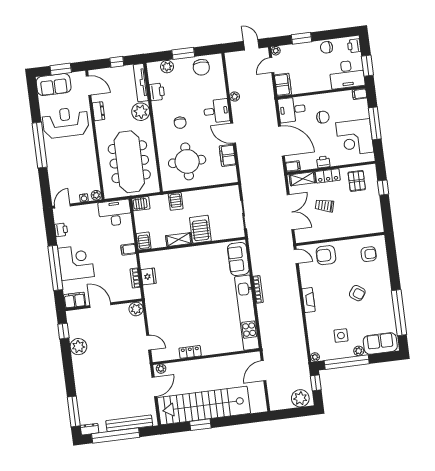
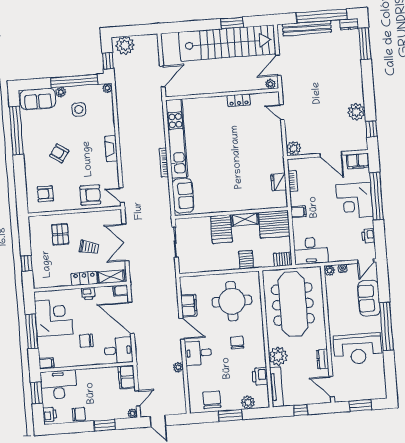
sofa: (54, 85) -> (369, 298), moved, turned -90
pallet: (357, 181) -> (60, 234), moved
server rack: (144, 241) -> (274, 224), width x2.18, depth x1.44

